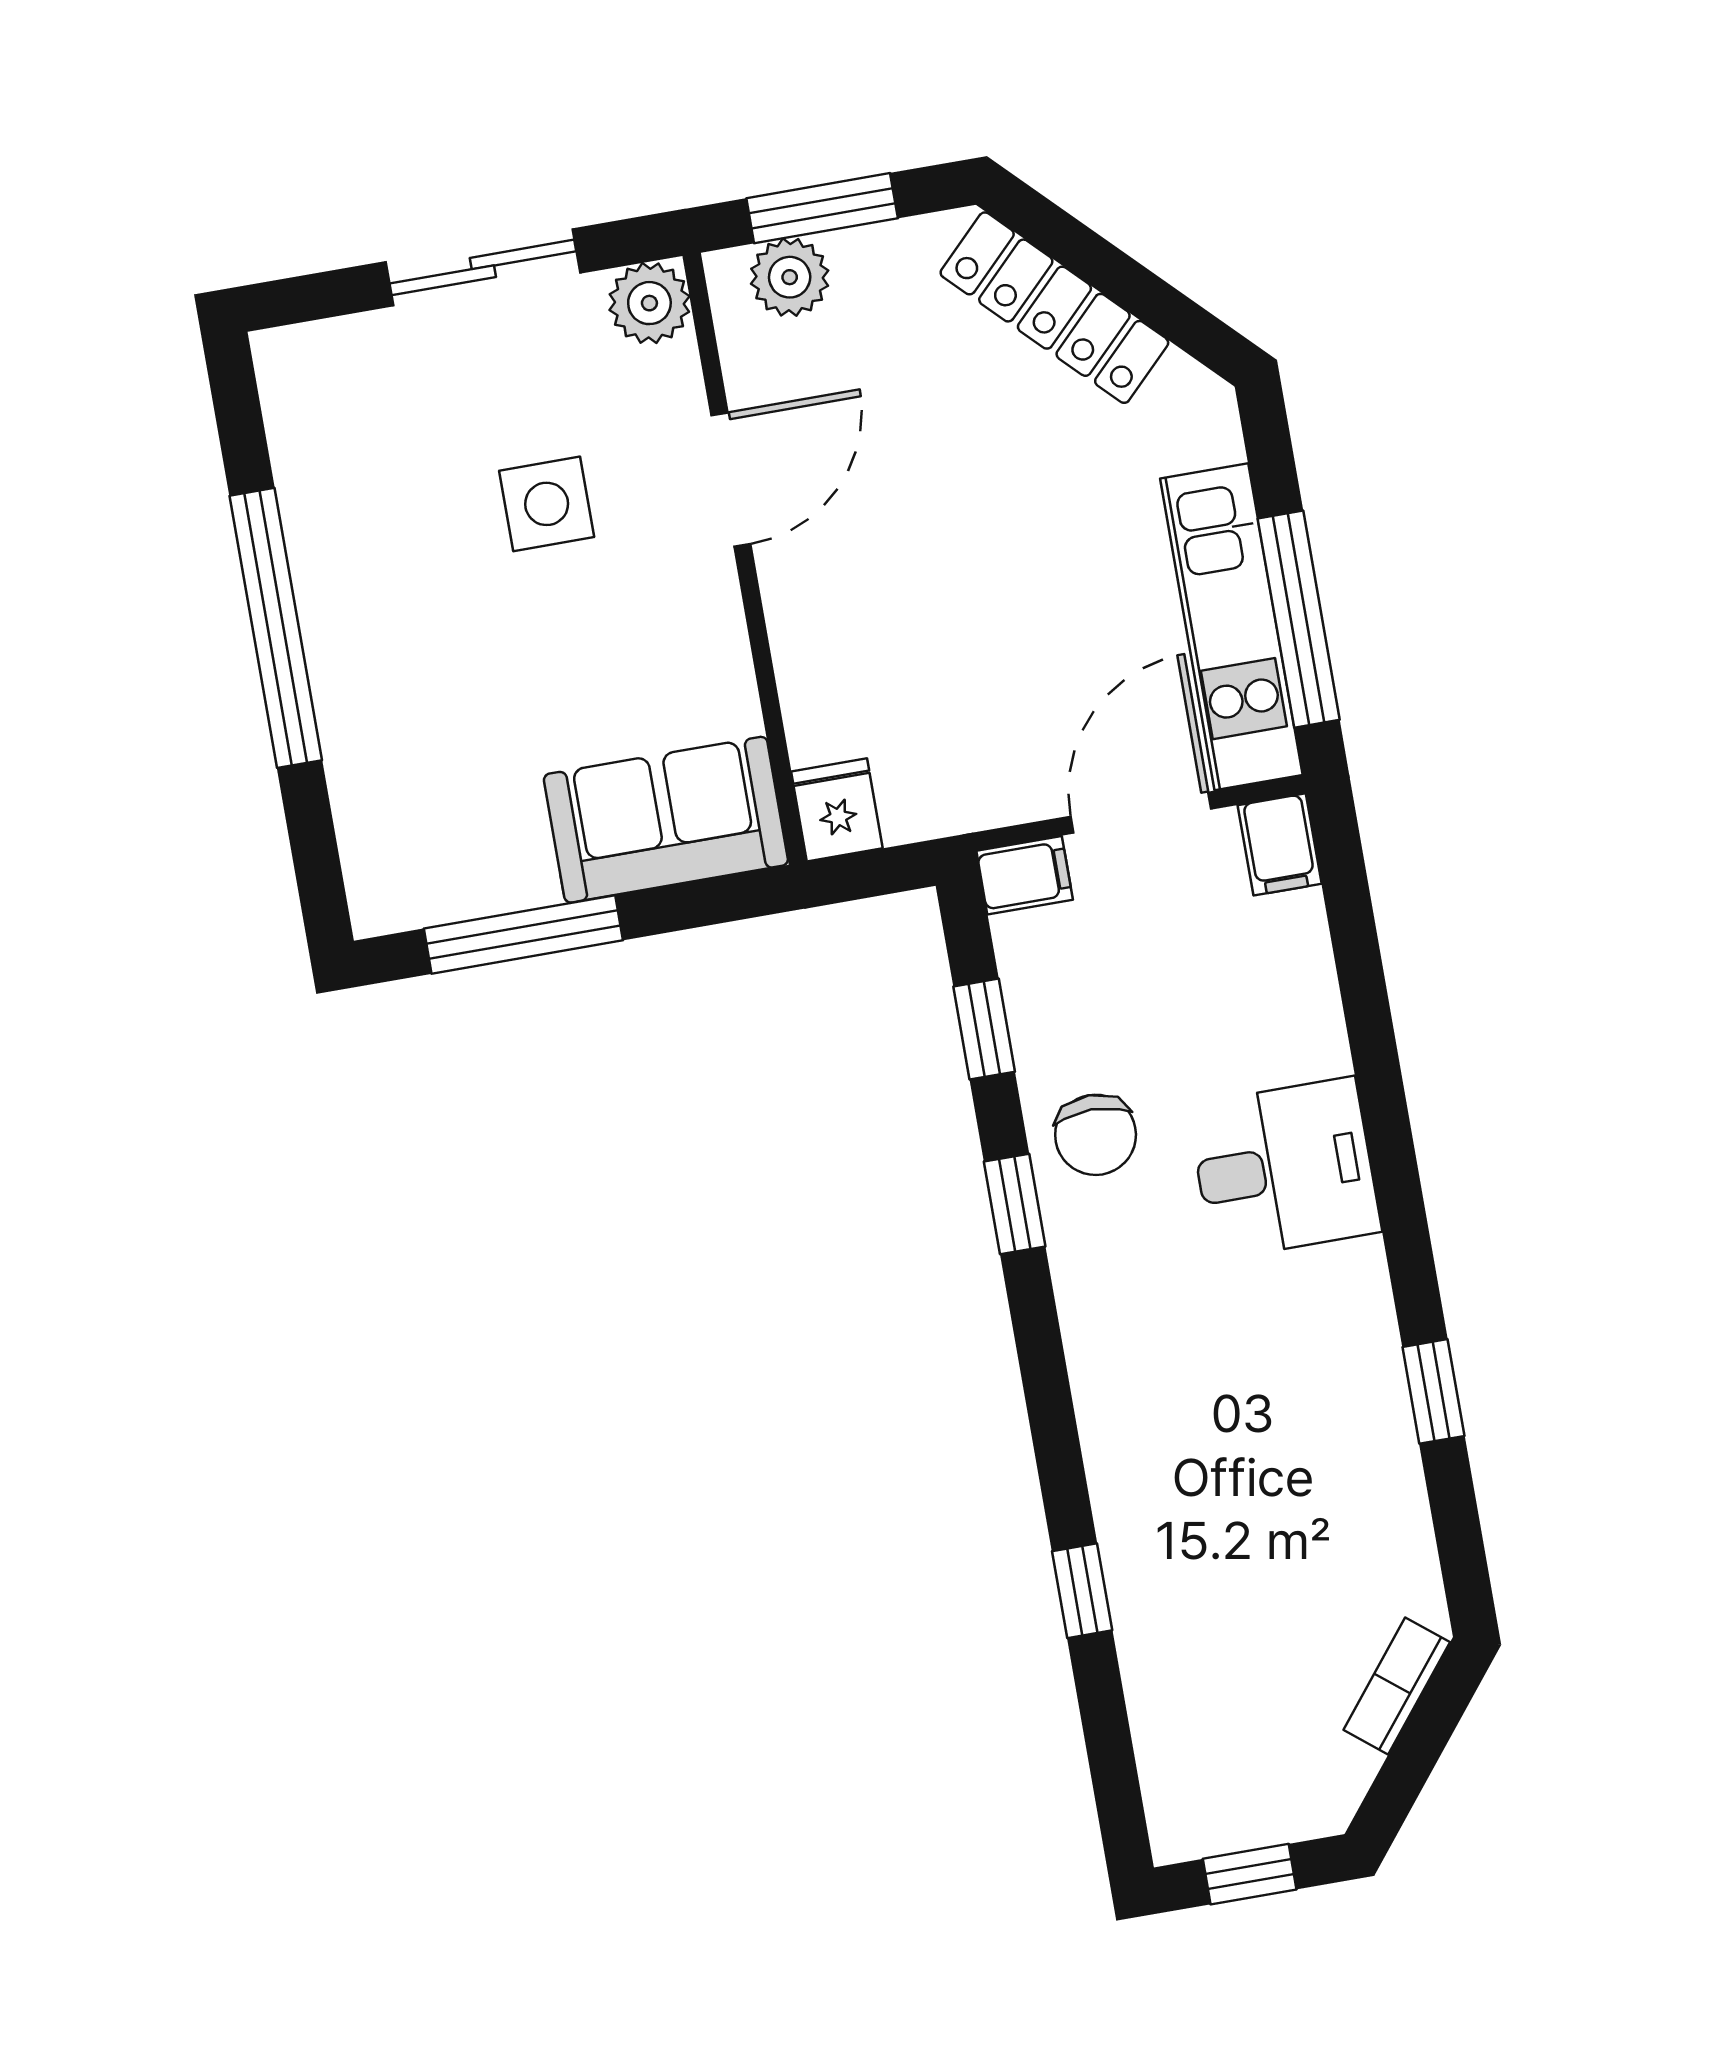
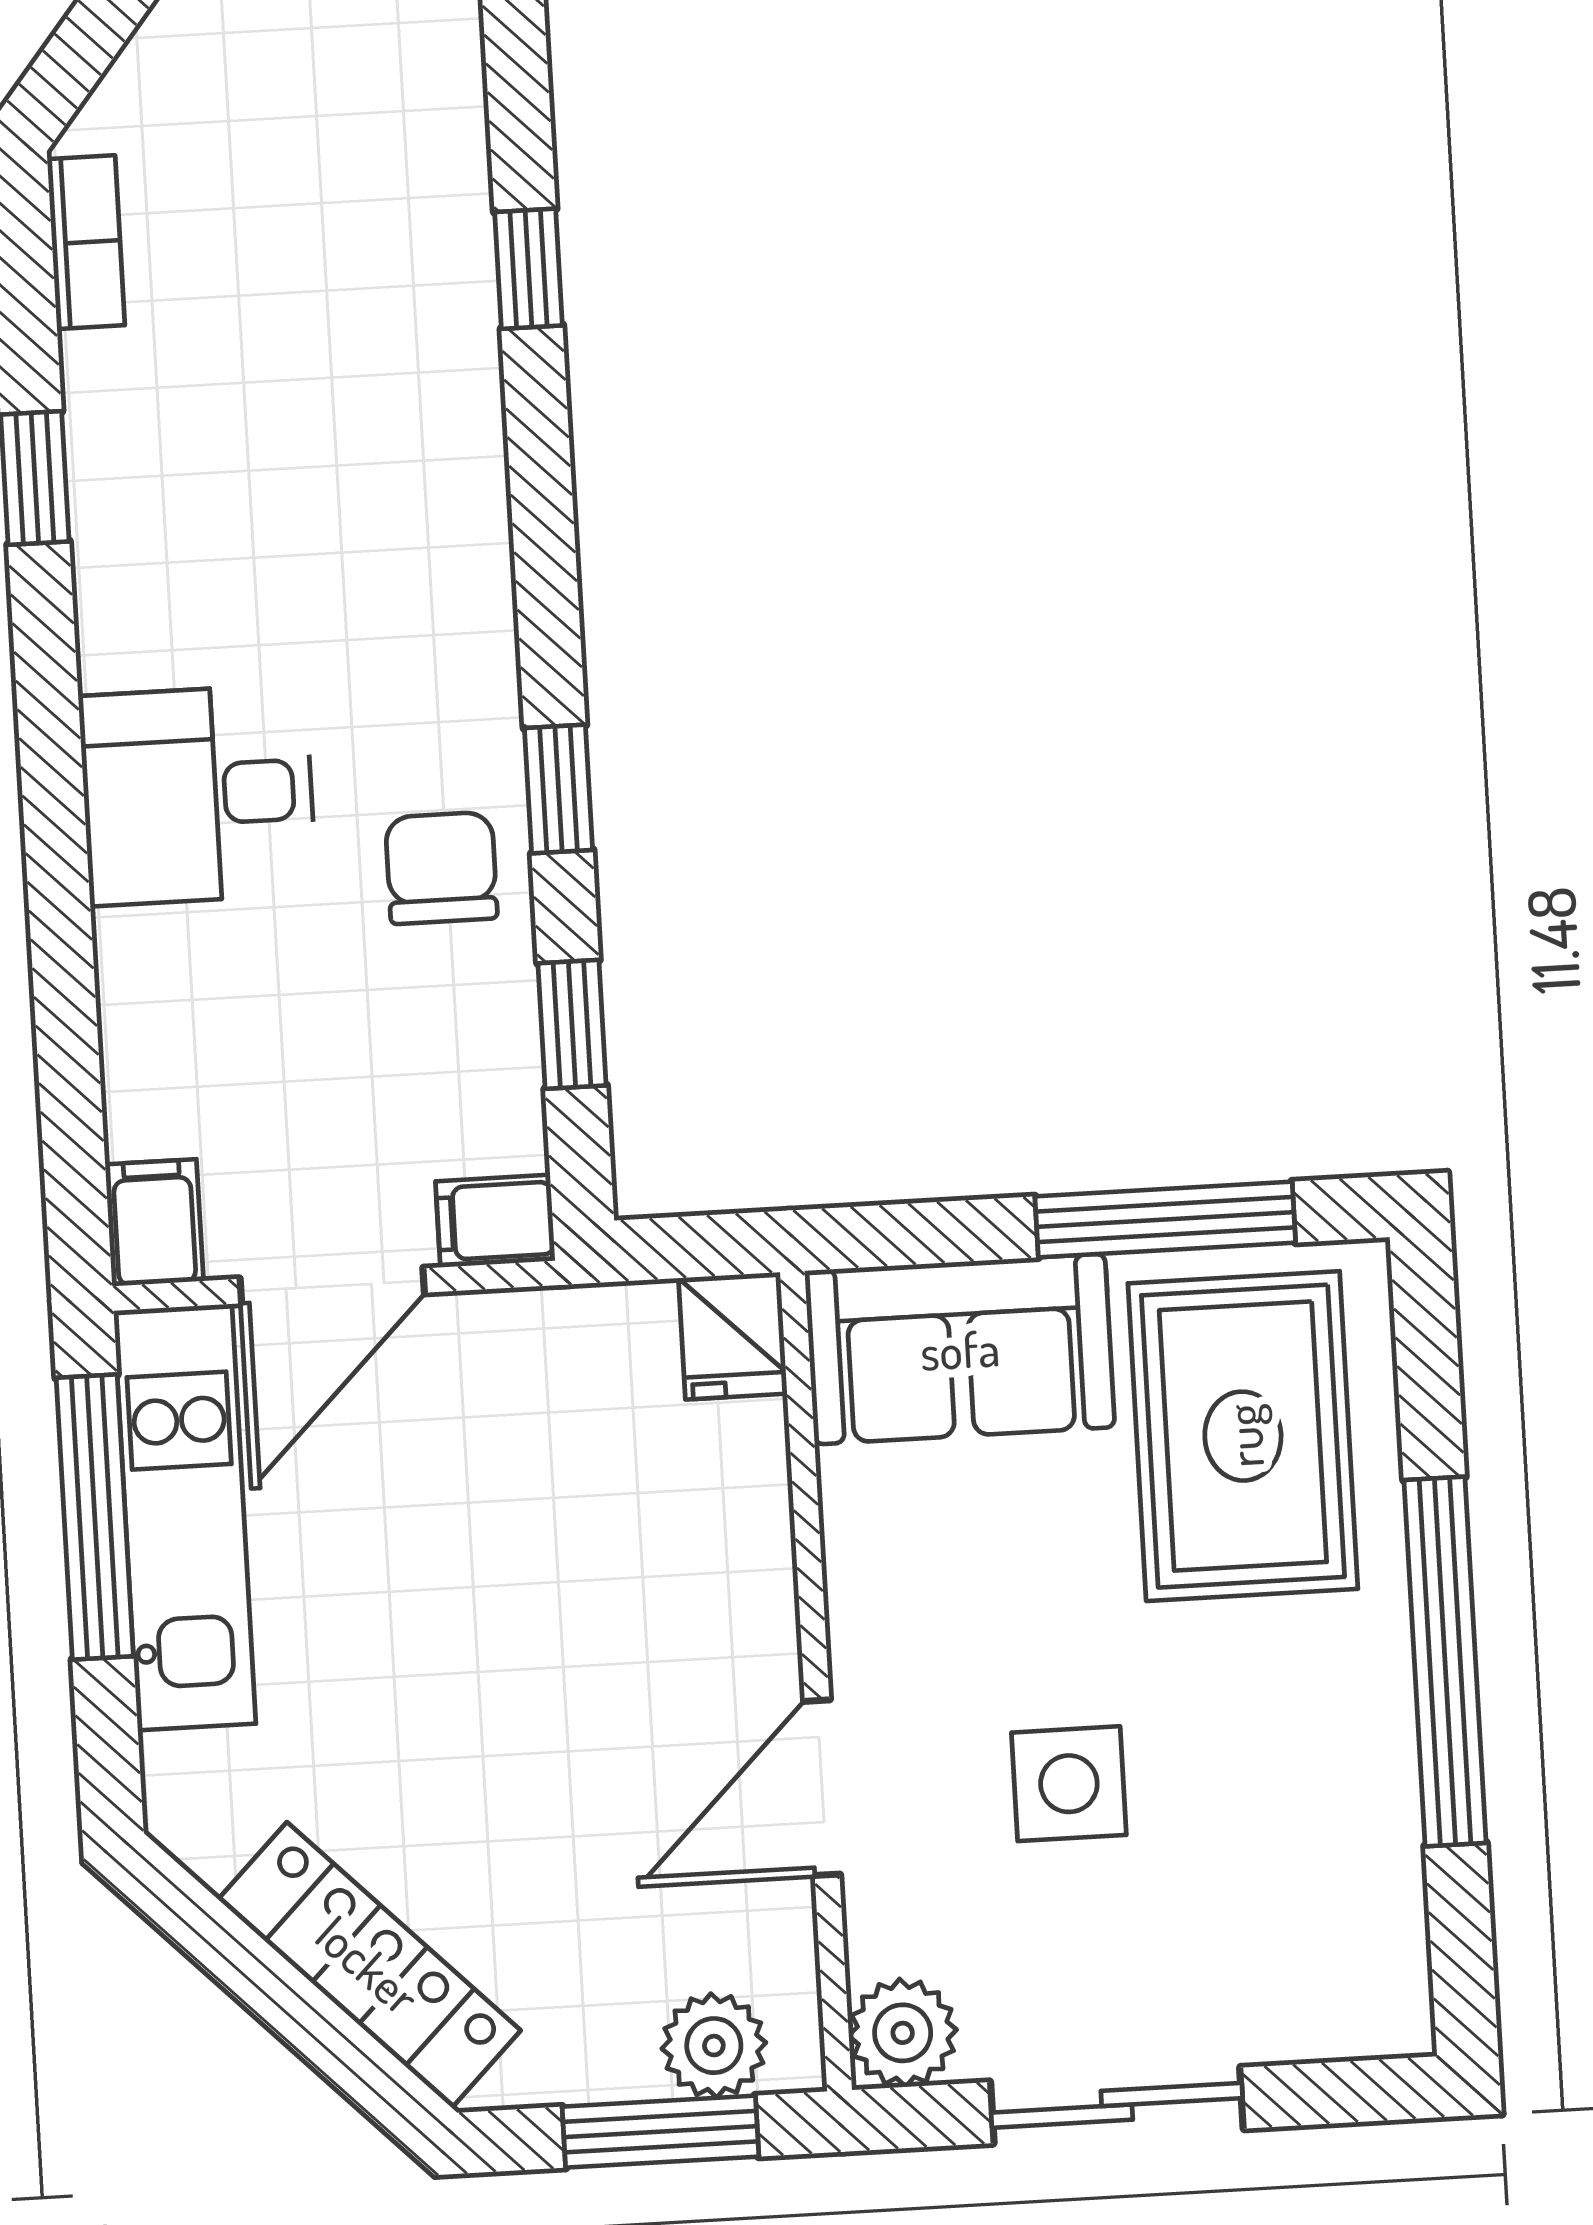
rug: (447, 779) -> (1243, 1436), added
bookcase: (1397, 1686) -> (86, 242), moved, turned -39

